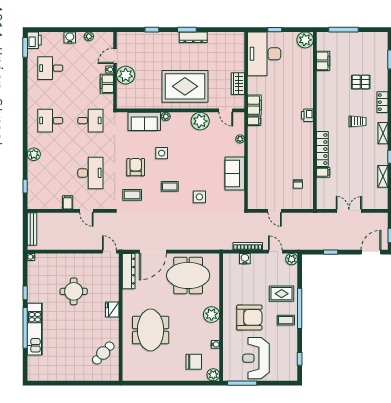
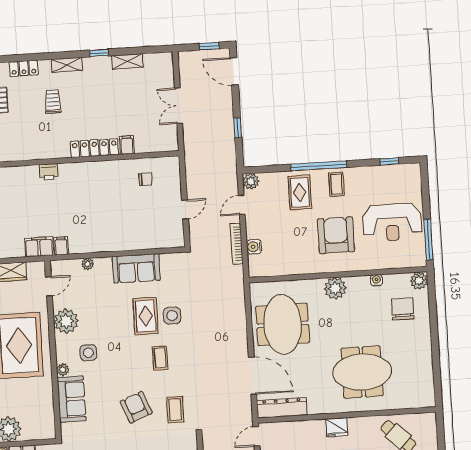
side table: (162, 153) -> (88, 353), moved
armchair: (136, 167) -> (136, 407), turned 68
rug: (200, 178) -> (146, 316), added

